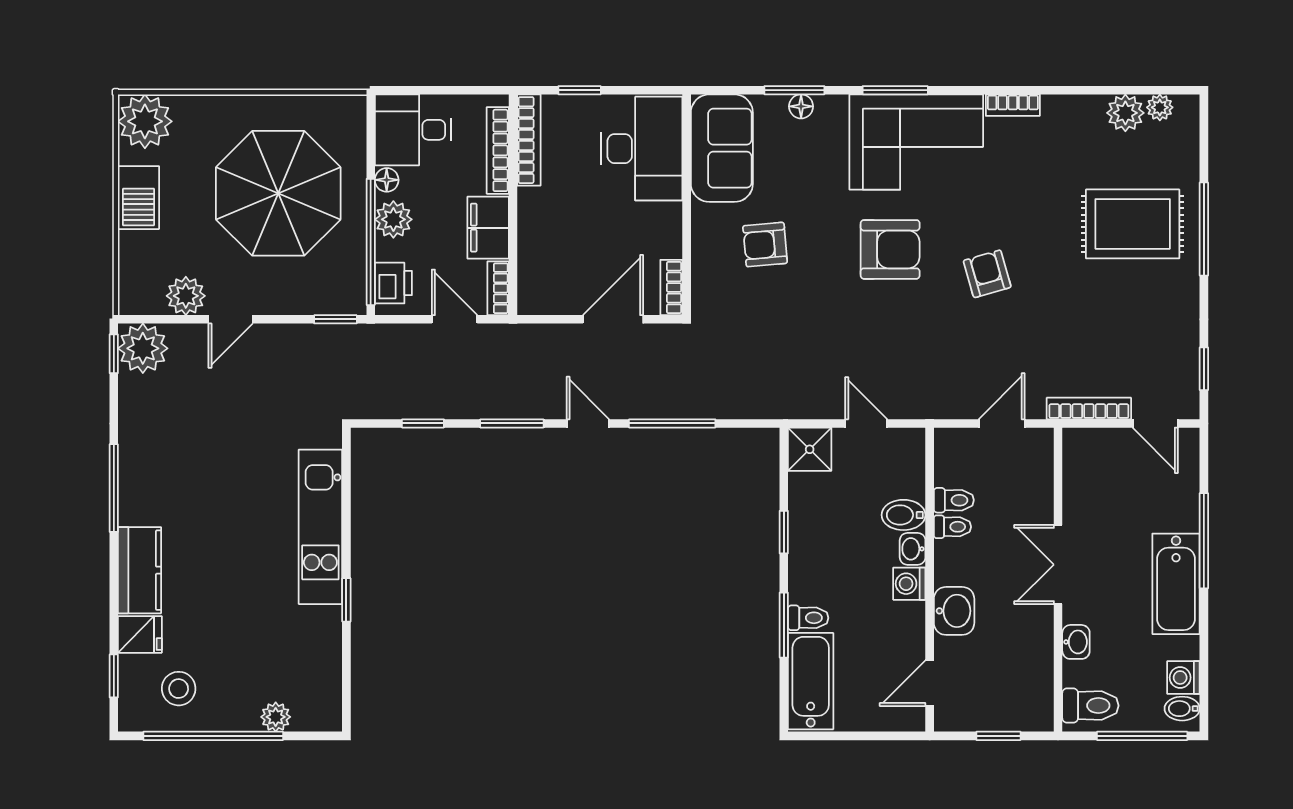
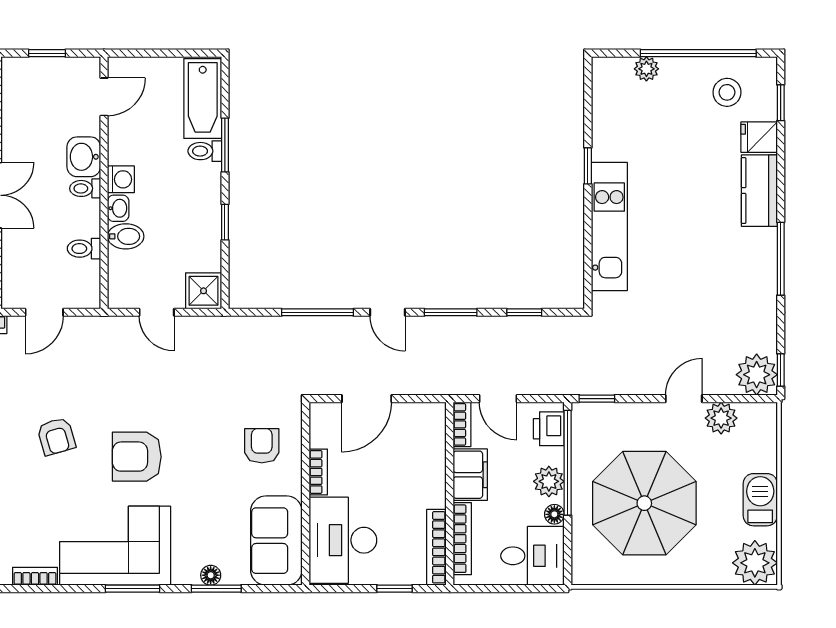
armchair: (765, 245) -> (262, 446), moved, turned -85
bookcase: (671, 287) -> (318, 472), moved
toilet: (952, 527) -> (85, 188), moved

